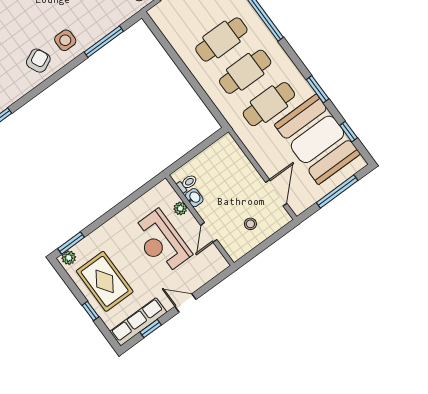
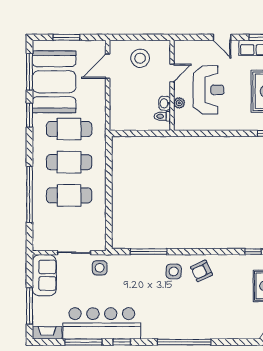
window: (349, 132) -> (29, 72), width x2.17
window: (337, 192) -> (66, 37), width x0.69
stool: (250, 224) -> (140, 58), width x1.89, depth x1.89

